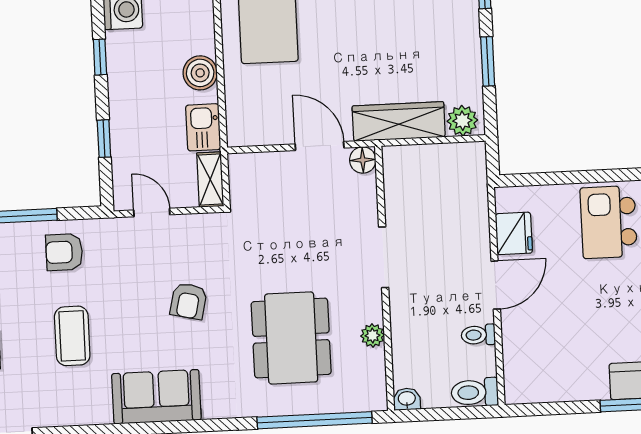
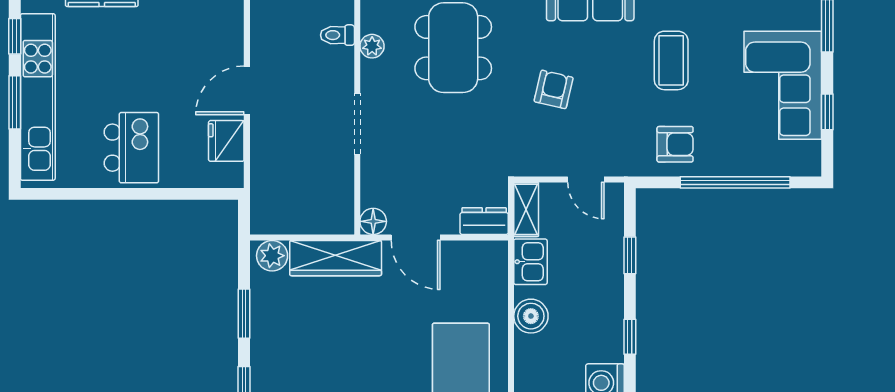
dresser: (252, 166) -> (484, 221), added
toilet: (478, 335) -> (337, 35), moved, turned 180

